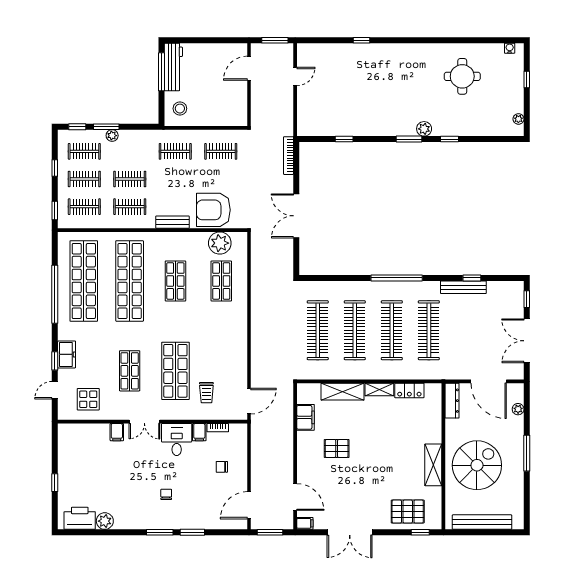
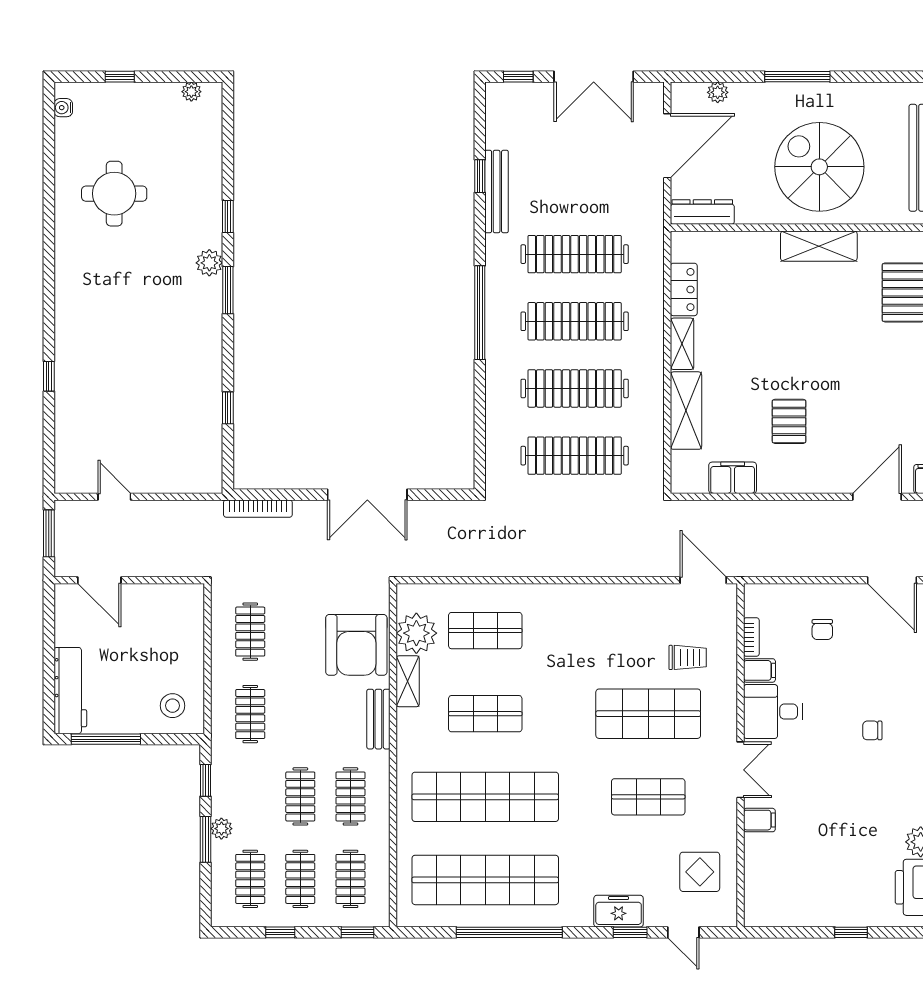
workbench: (173, 67) -> (70, 691), moved, turned 90
window: (77, 127) -> (206, 780), moved
shelving: (193, 238) -> (408, 681), added

